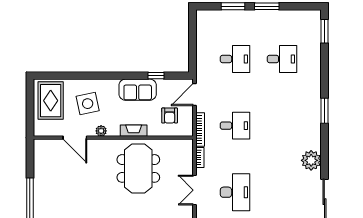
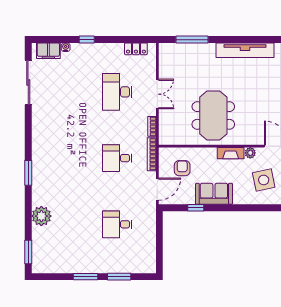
desk: (282, 59) -> (70, 224), removed
fireplace: (134, 131) -> (231, 153), moved
plant: (311, 160) -> (41, 216), moved

